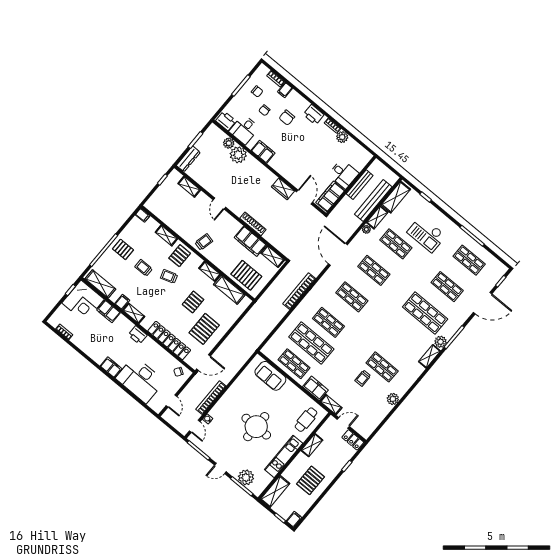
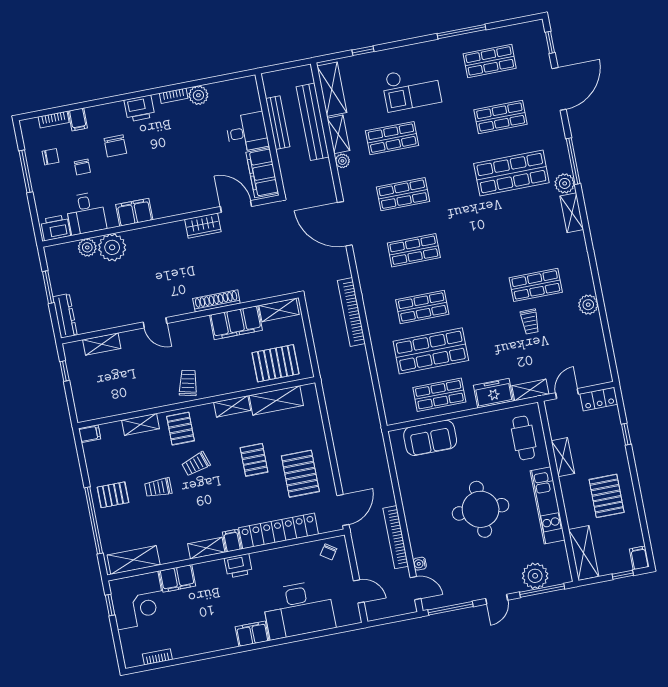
filing cabinet: (122, 302) -> (232, 541), moved

